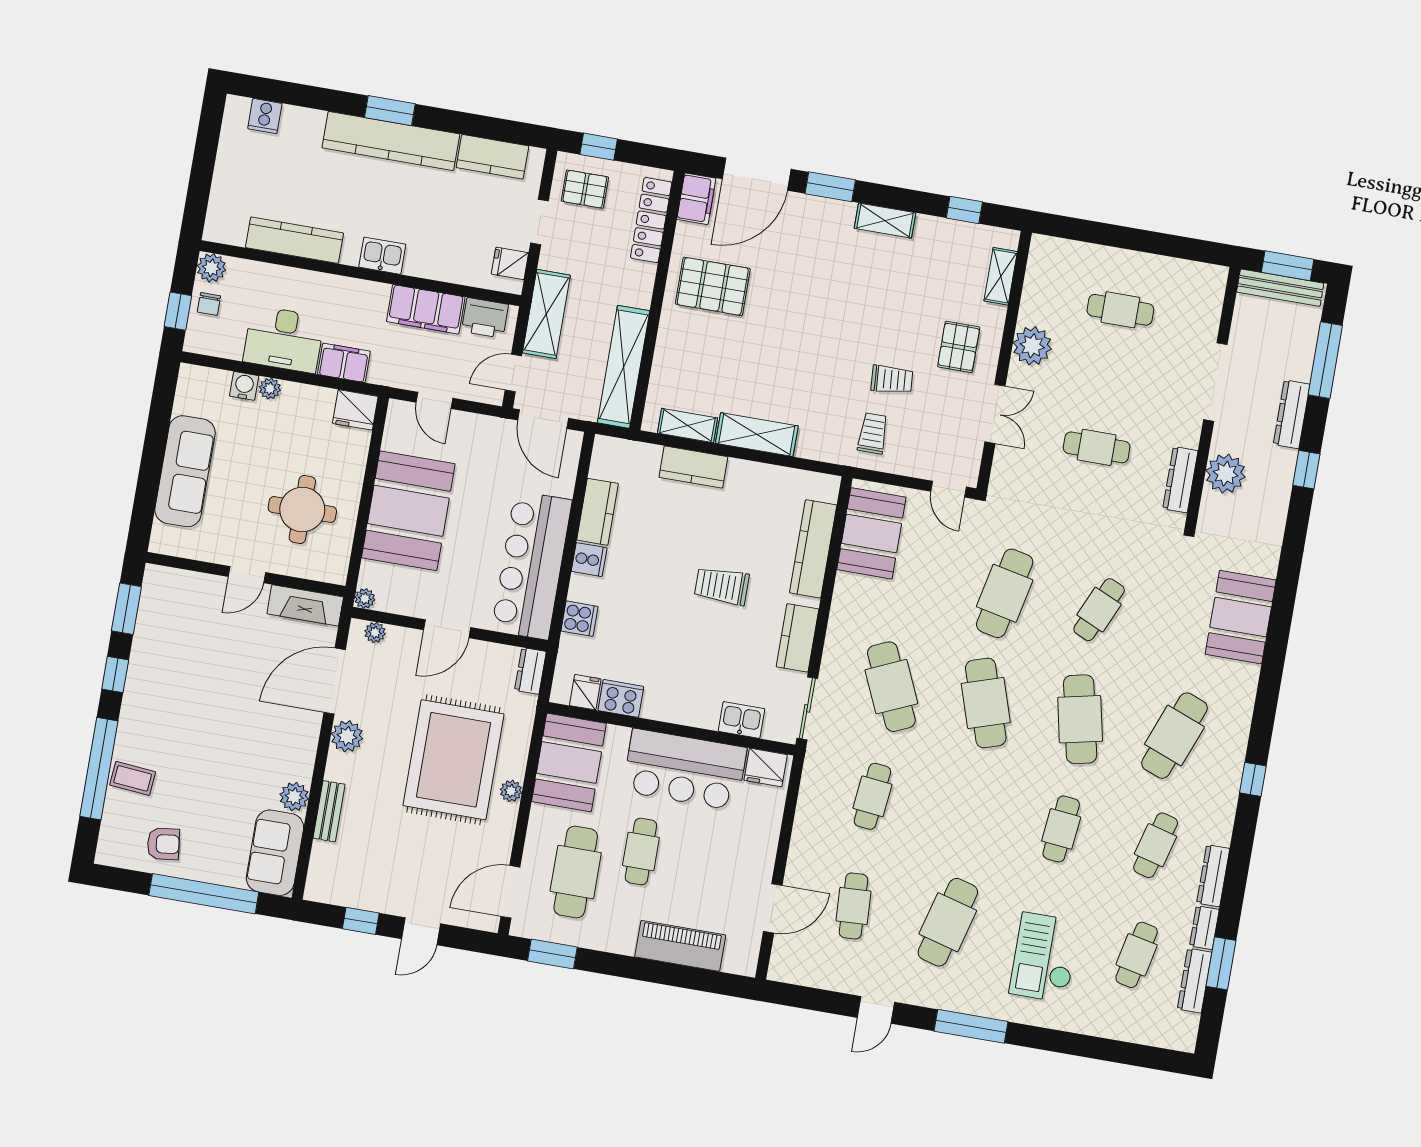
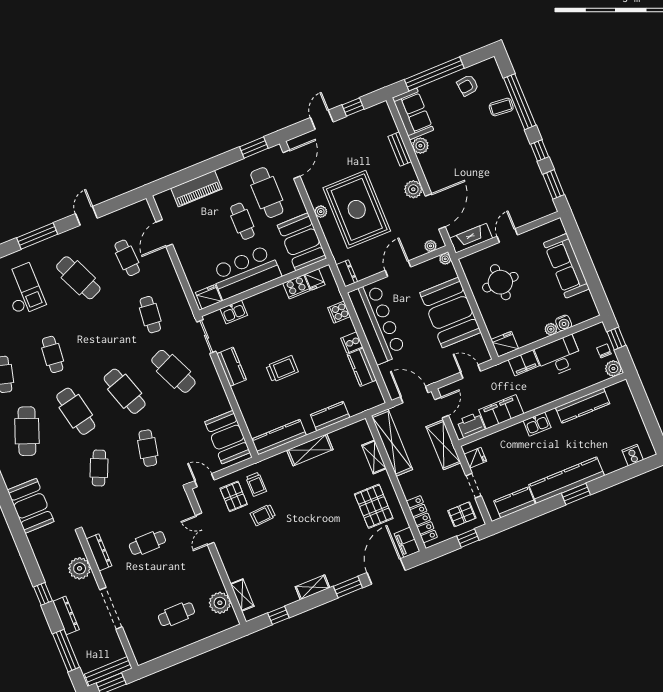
pallet: (713, 286) -> (374, 506), turned 90
plant: (1032, 346) -> (220, 603), moved
pallet: (959, 347) -> (234, 496), moved
shelving: (687, 426) -> (374, 457), moved, turned 90
kitchen counter: (813, 549) -> (279, 437), moved, turned -90
cafe table: (1005, 593) -> (148, 448), width x0.73, depth x0.74
cafe table: (948, 922) -> (78, 278), turned -39

